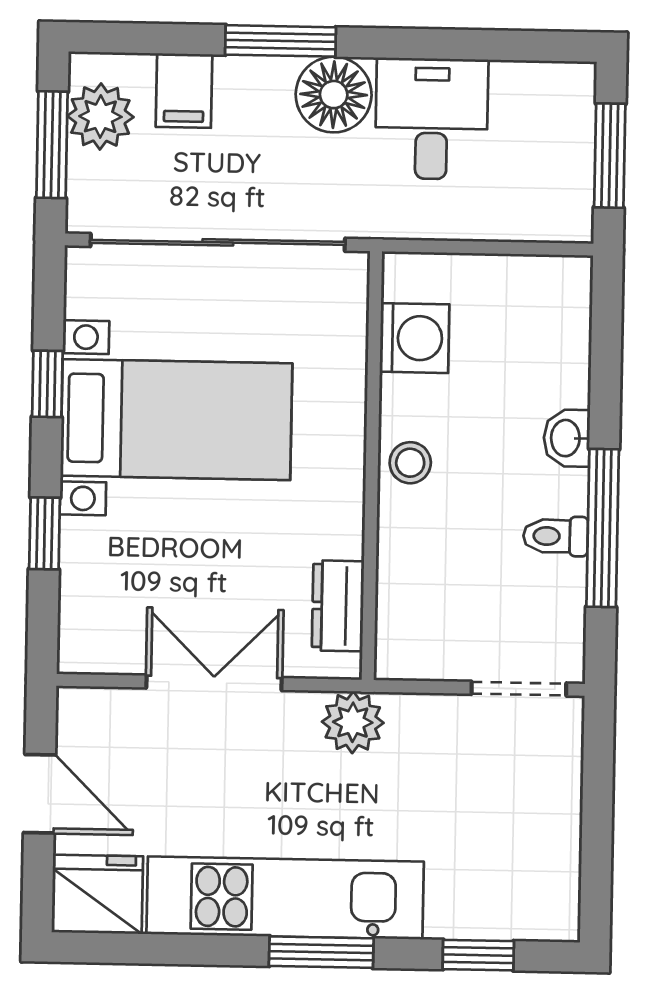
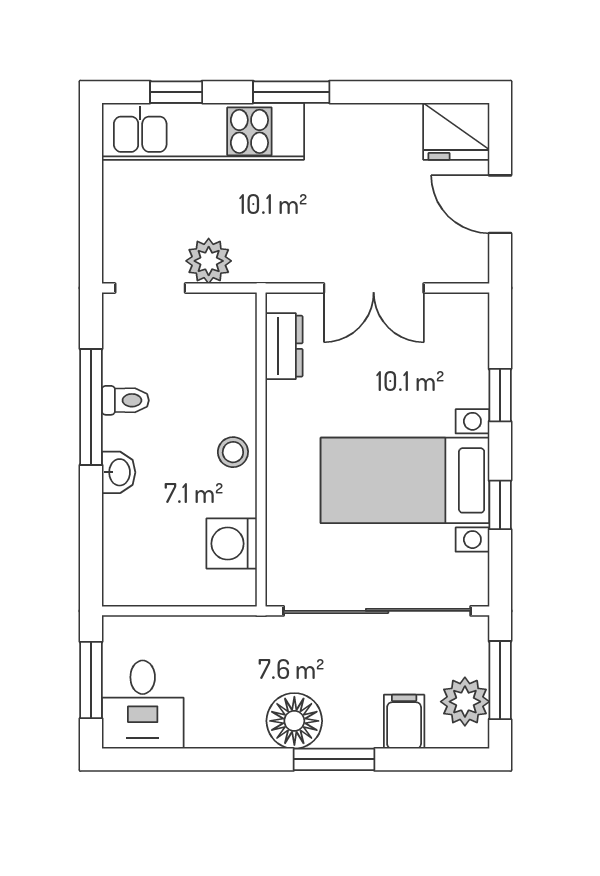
desk: (432, 119) -> (143, 705), moved
plant: (353, 722) -> (209, 261), moved
kitchen unit: (285, 898) -> (203, 131), moved

